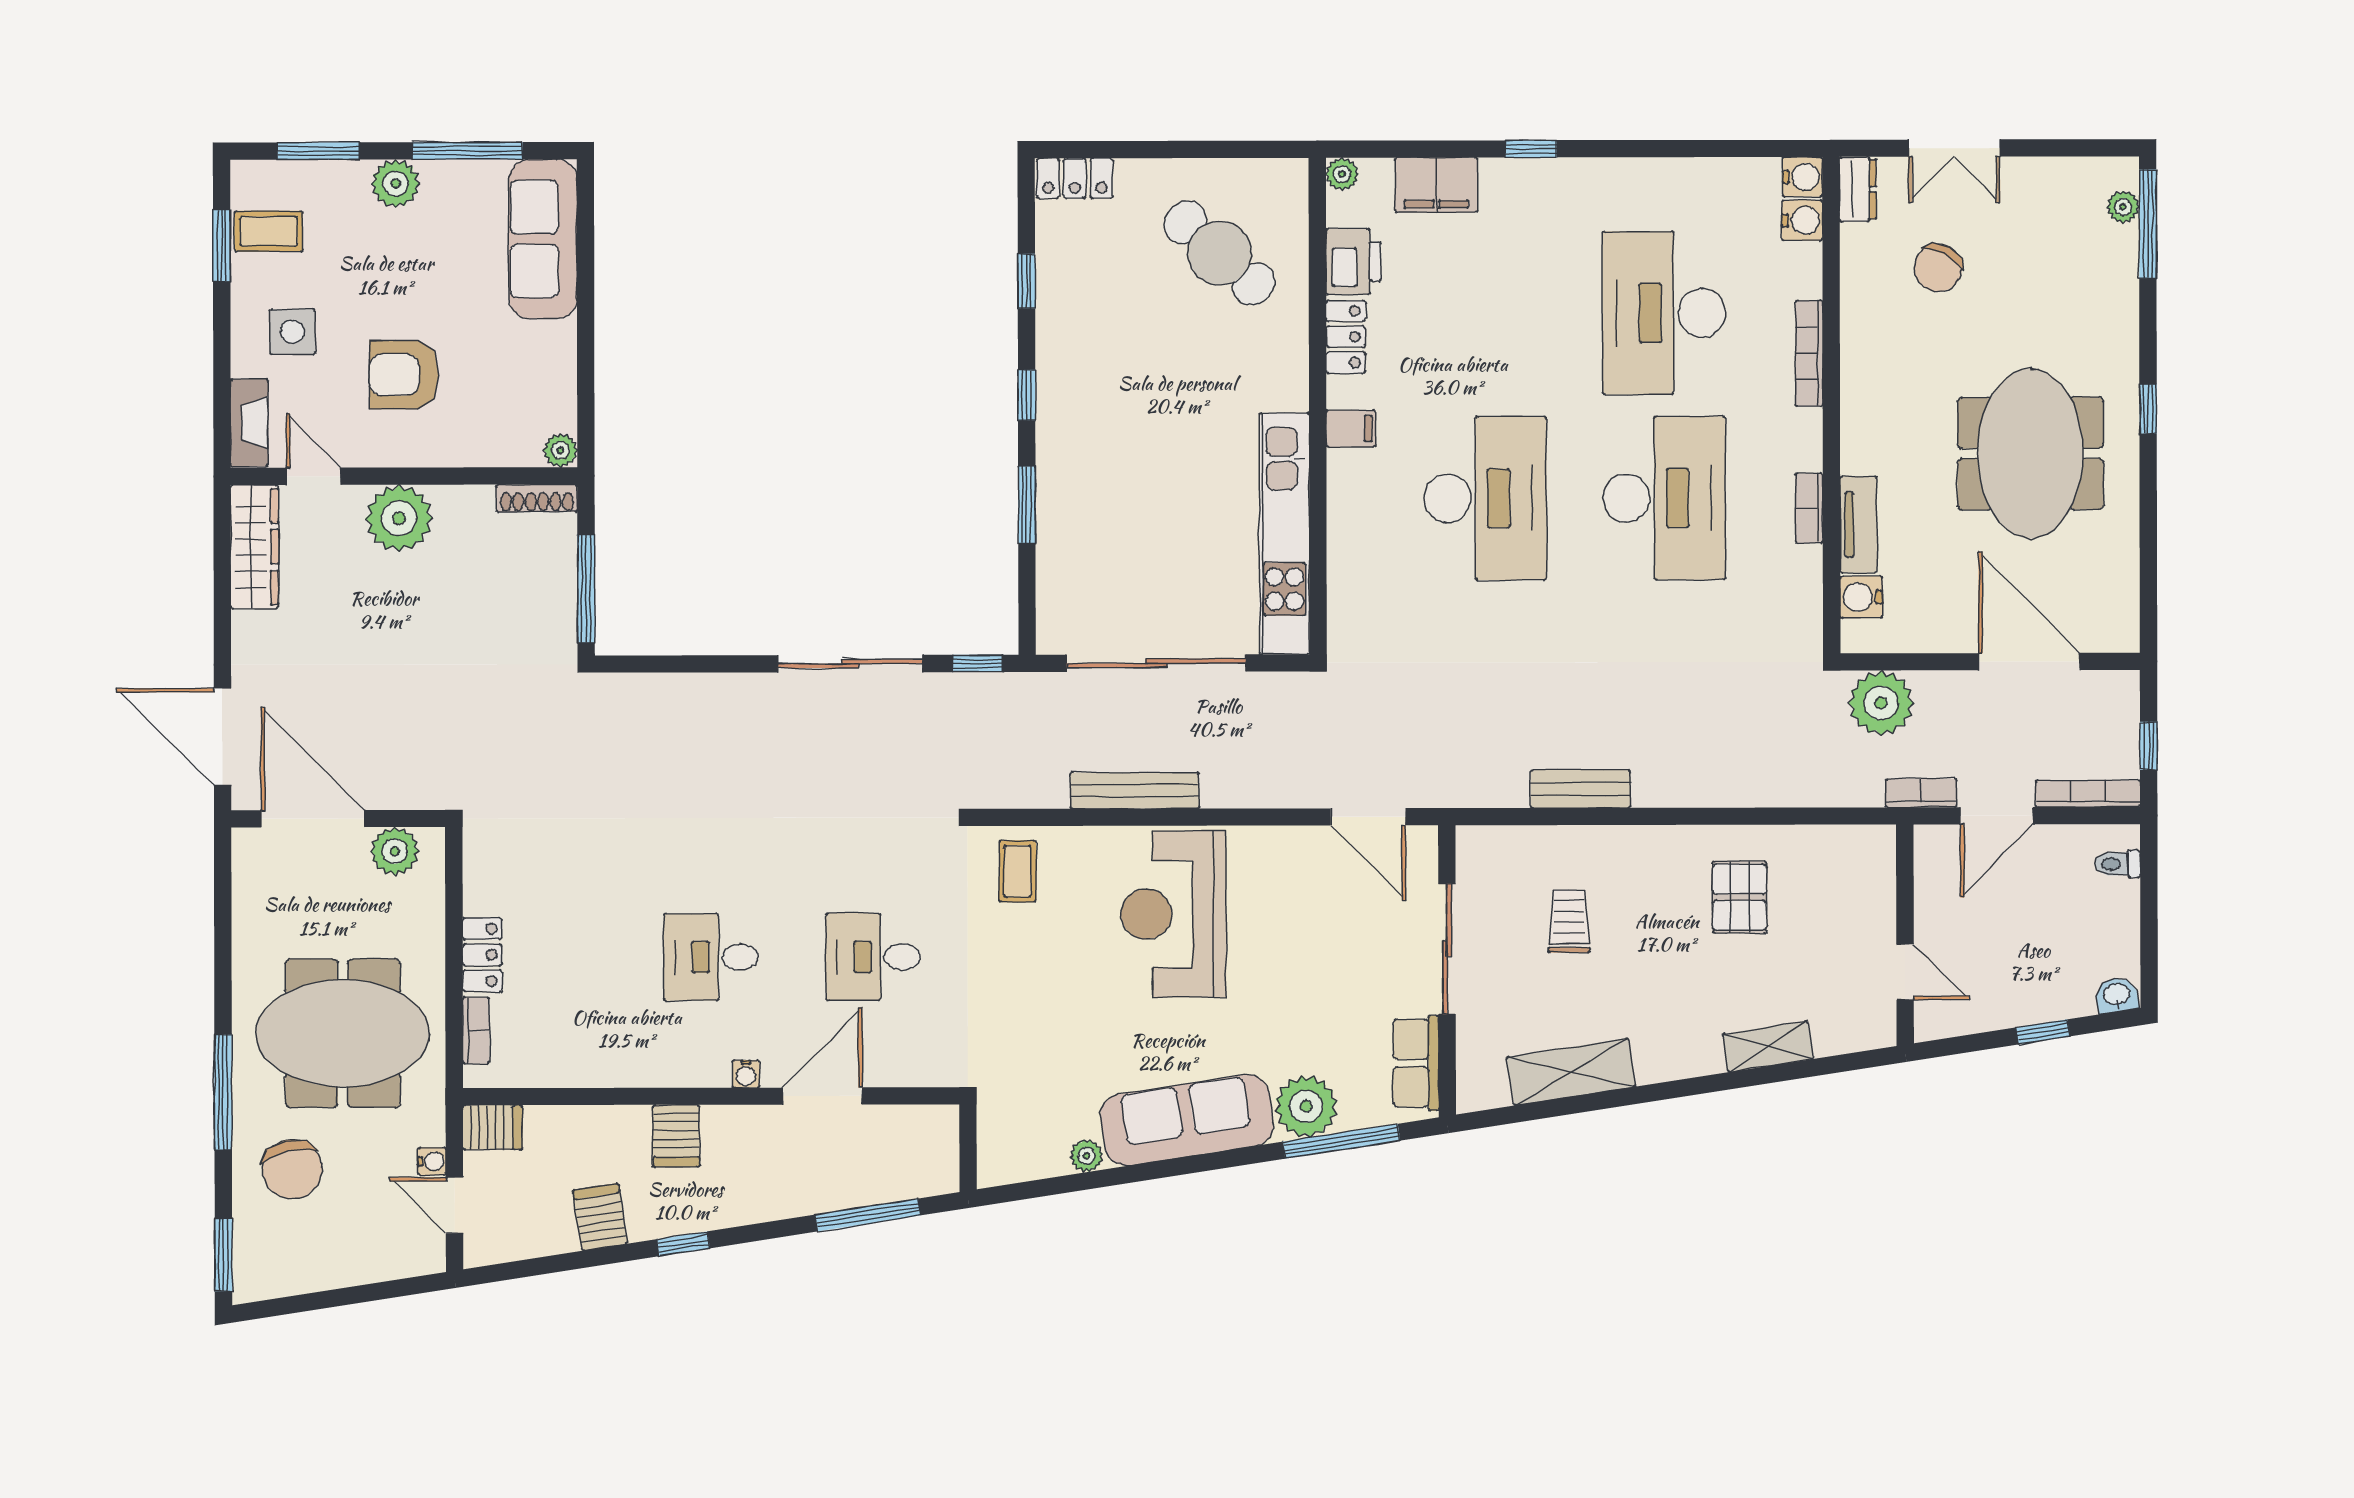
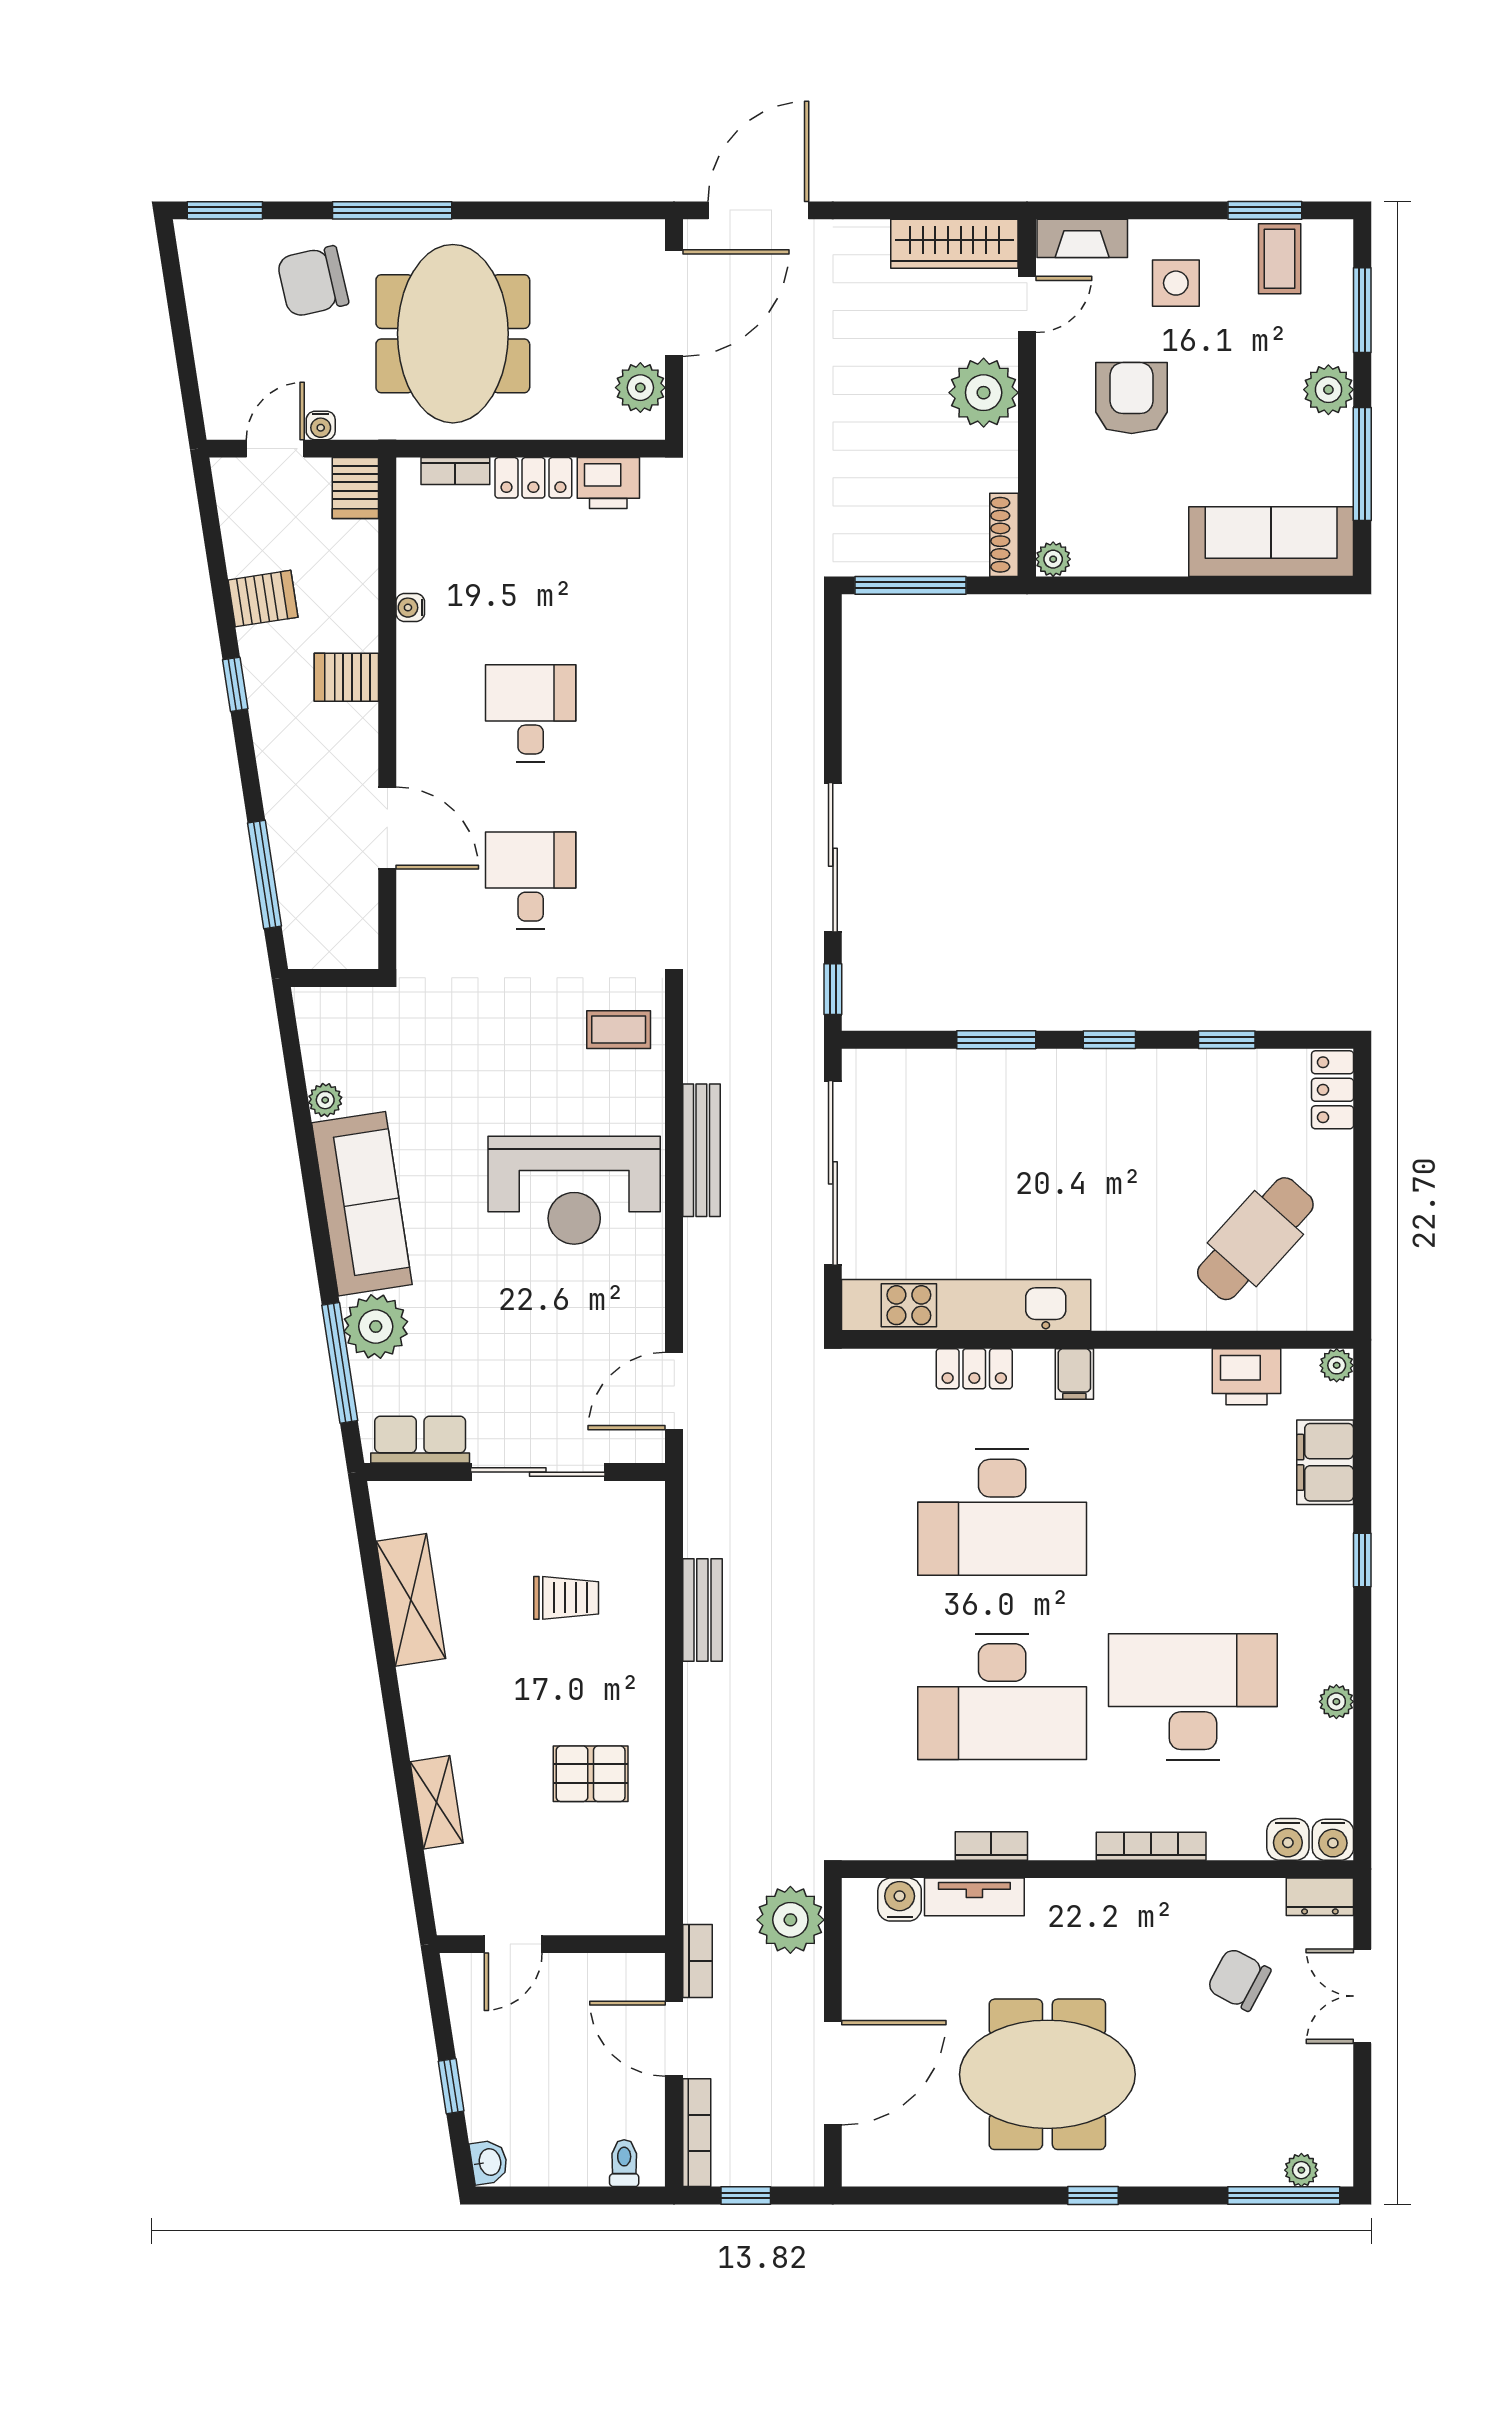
plant: (1668, 174) -> (1336, 1702), added
locker: (1346, 337) -> (974, 1369), moved
printer: (487, 882) -> (608, 483), added
reception desk: (1173, 914) -> (574, 1190), turned 180
water cooler: (746, 1074) -> (410, 608), moved

